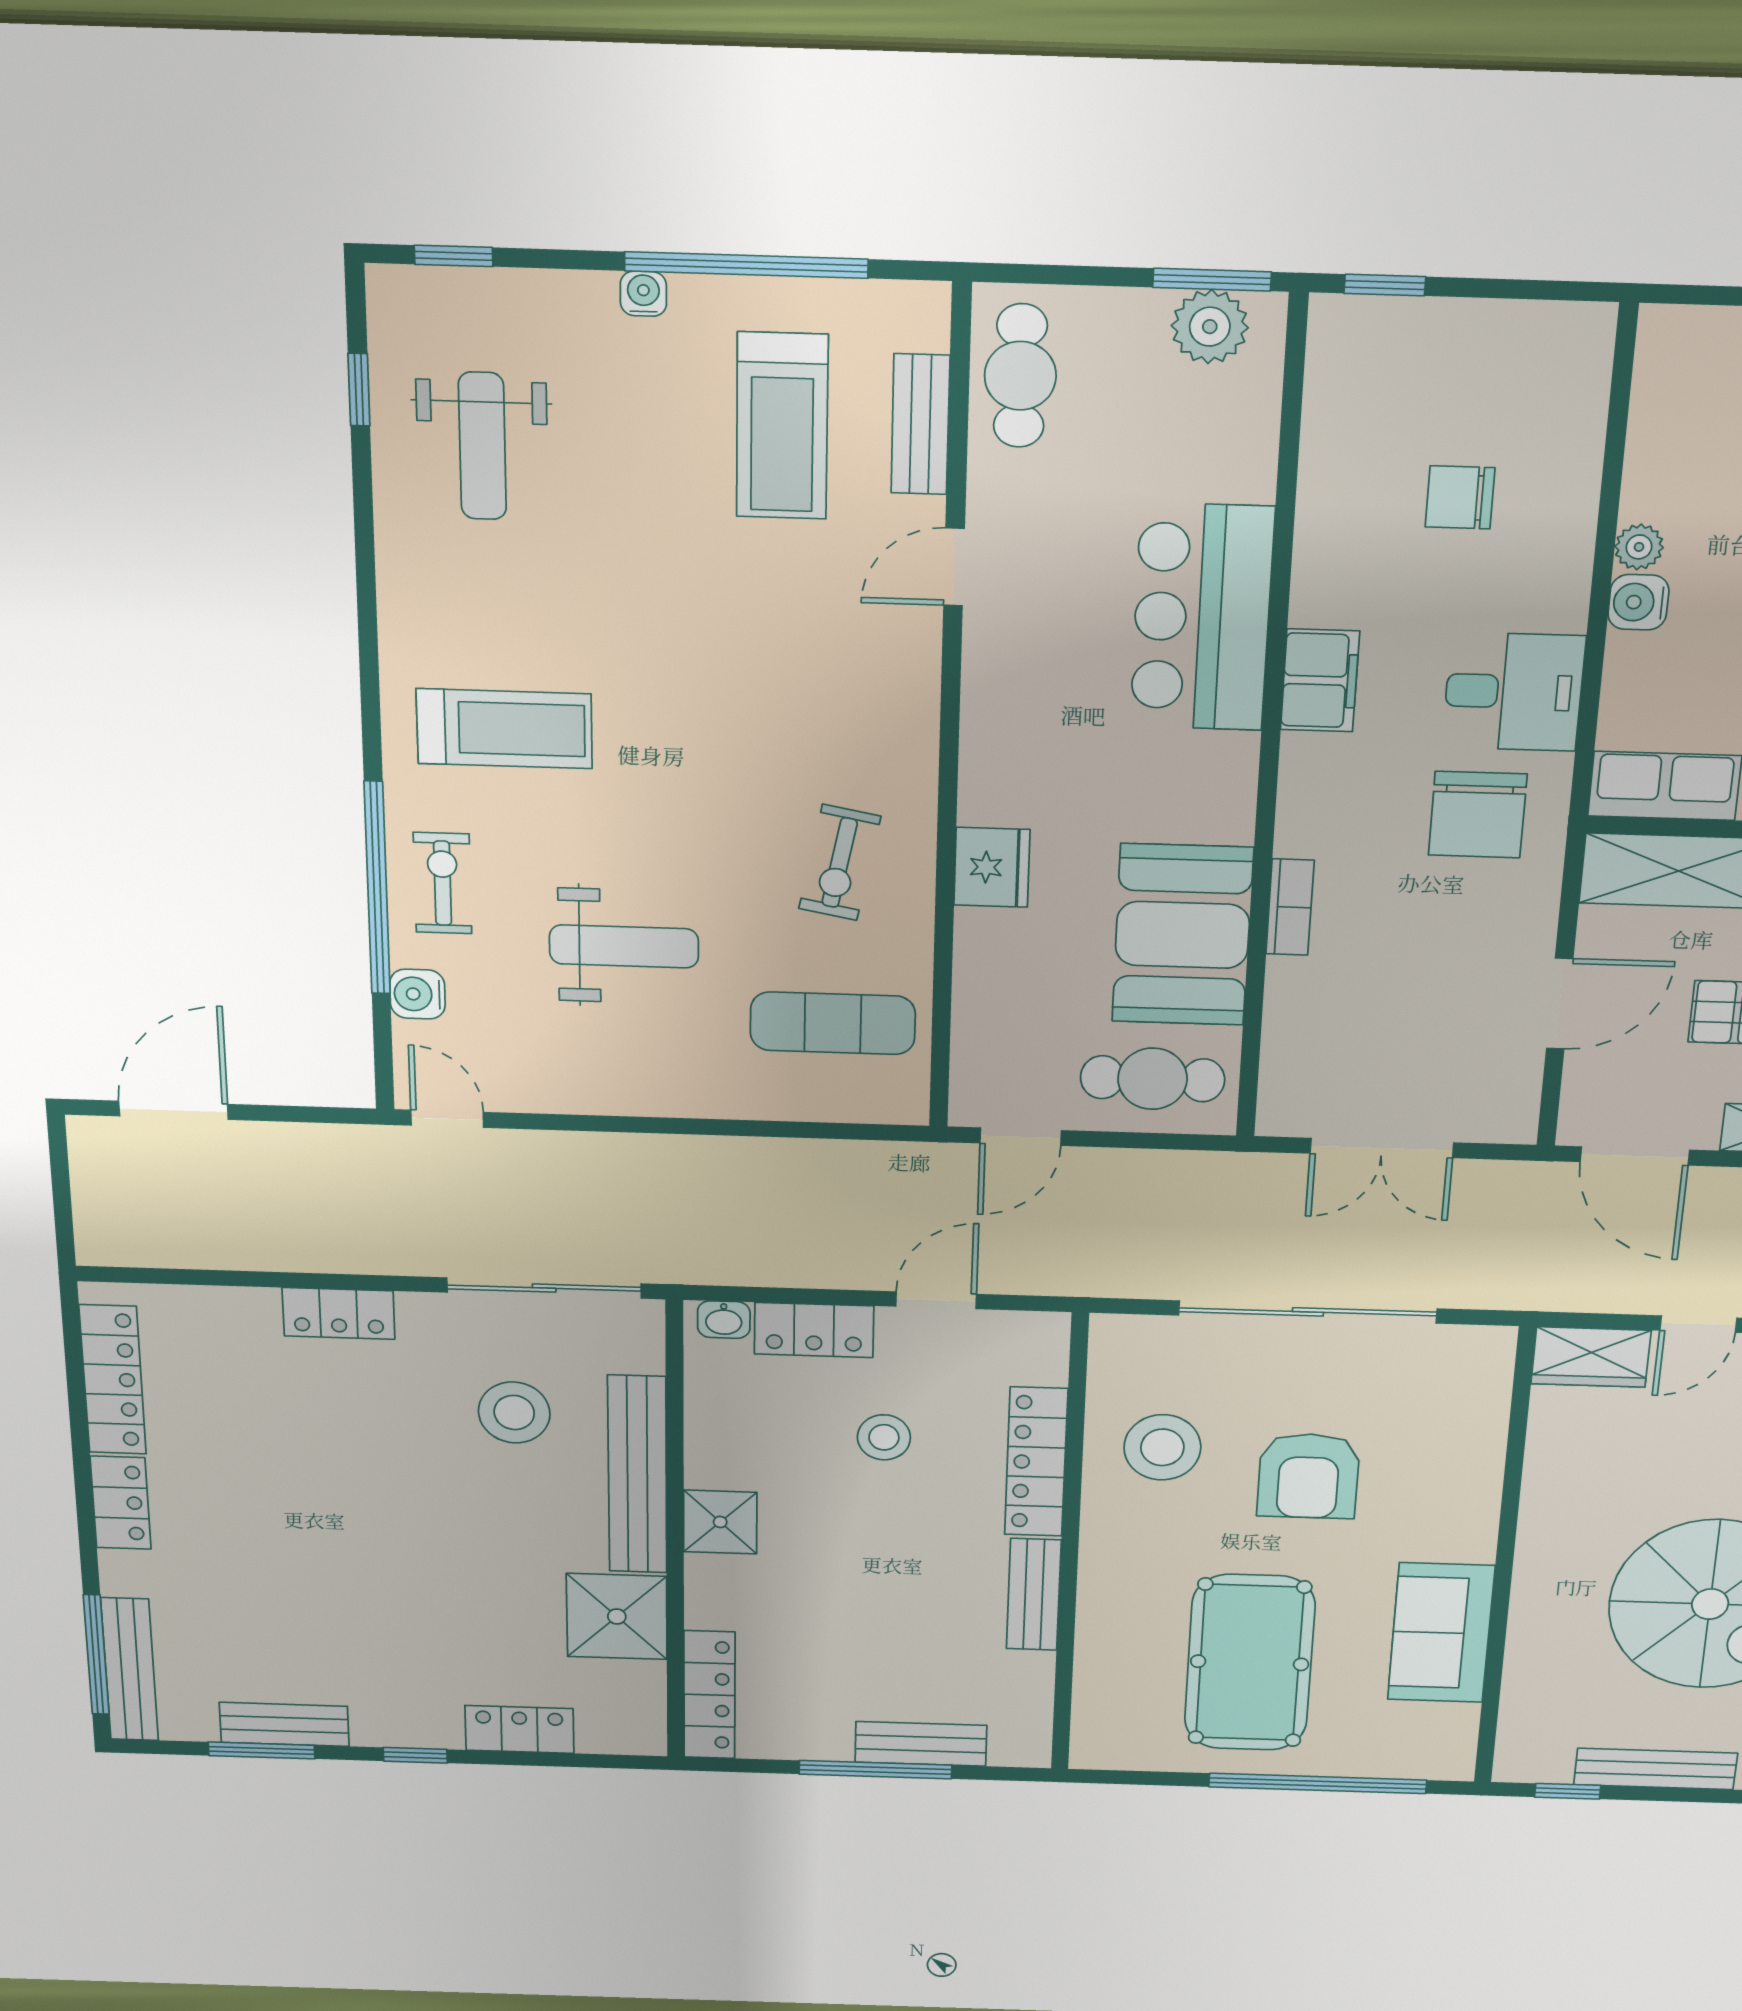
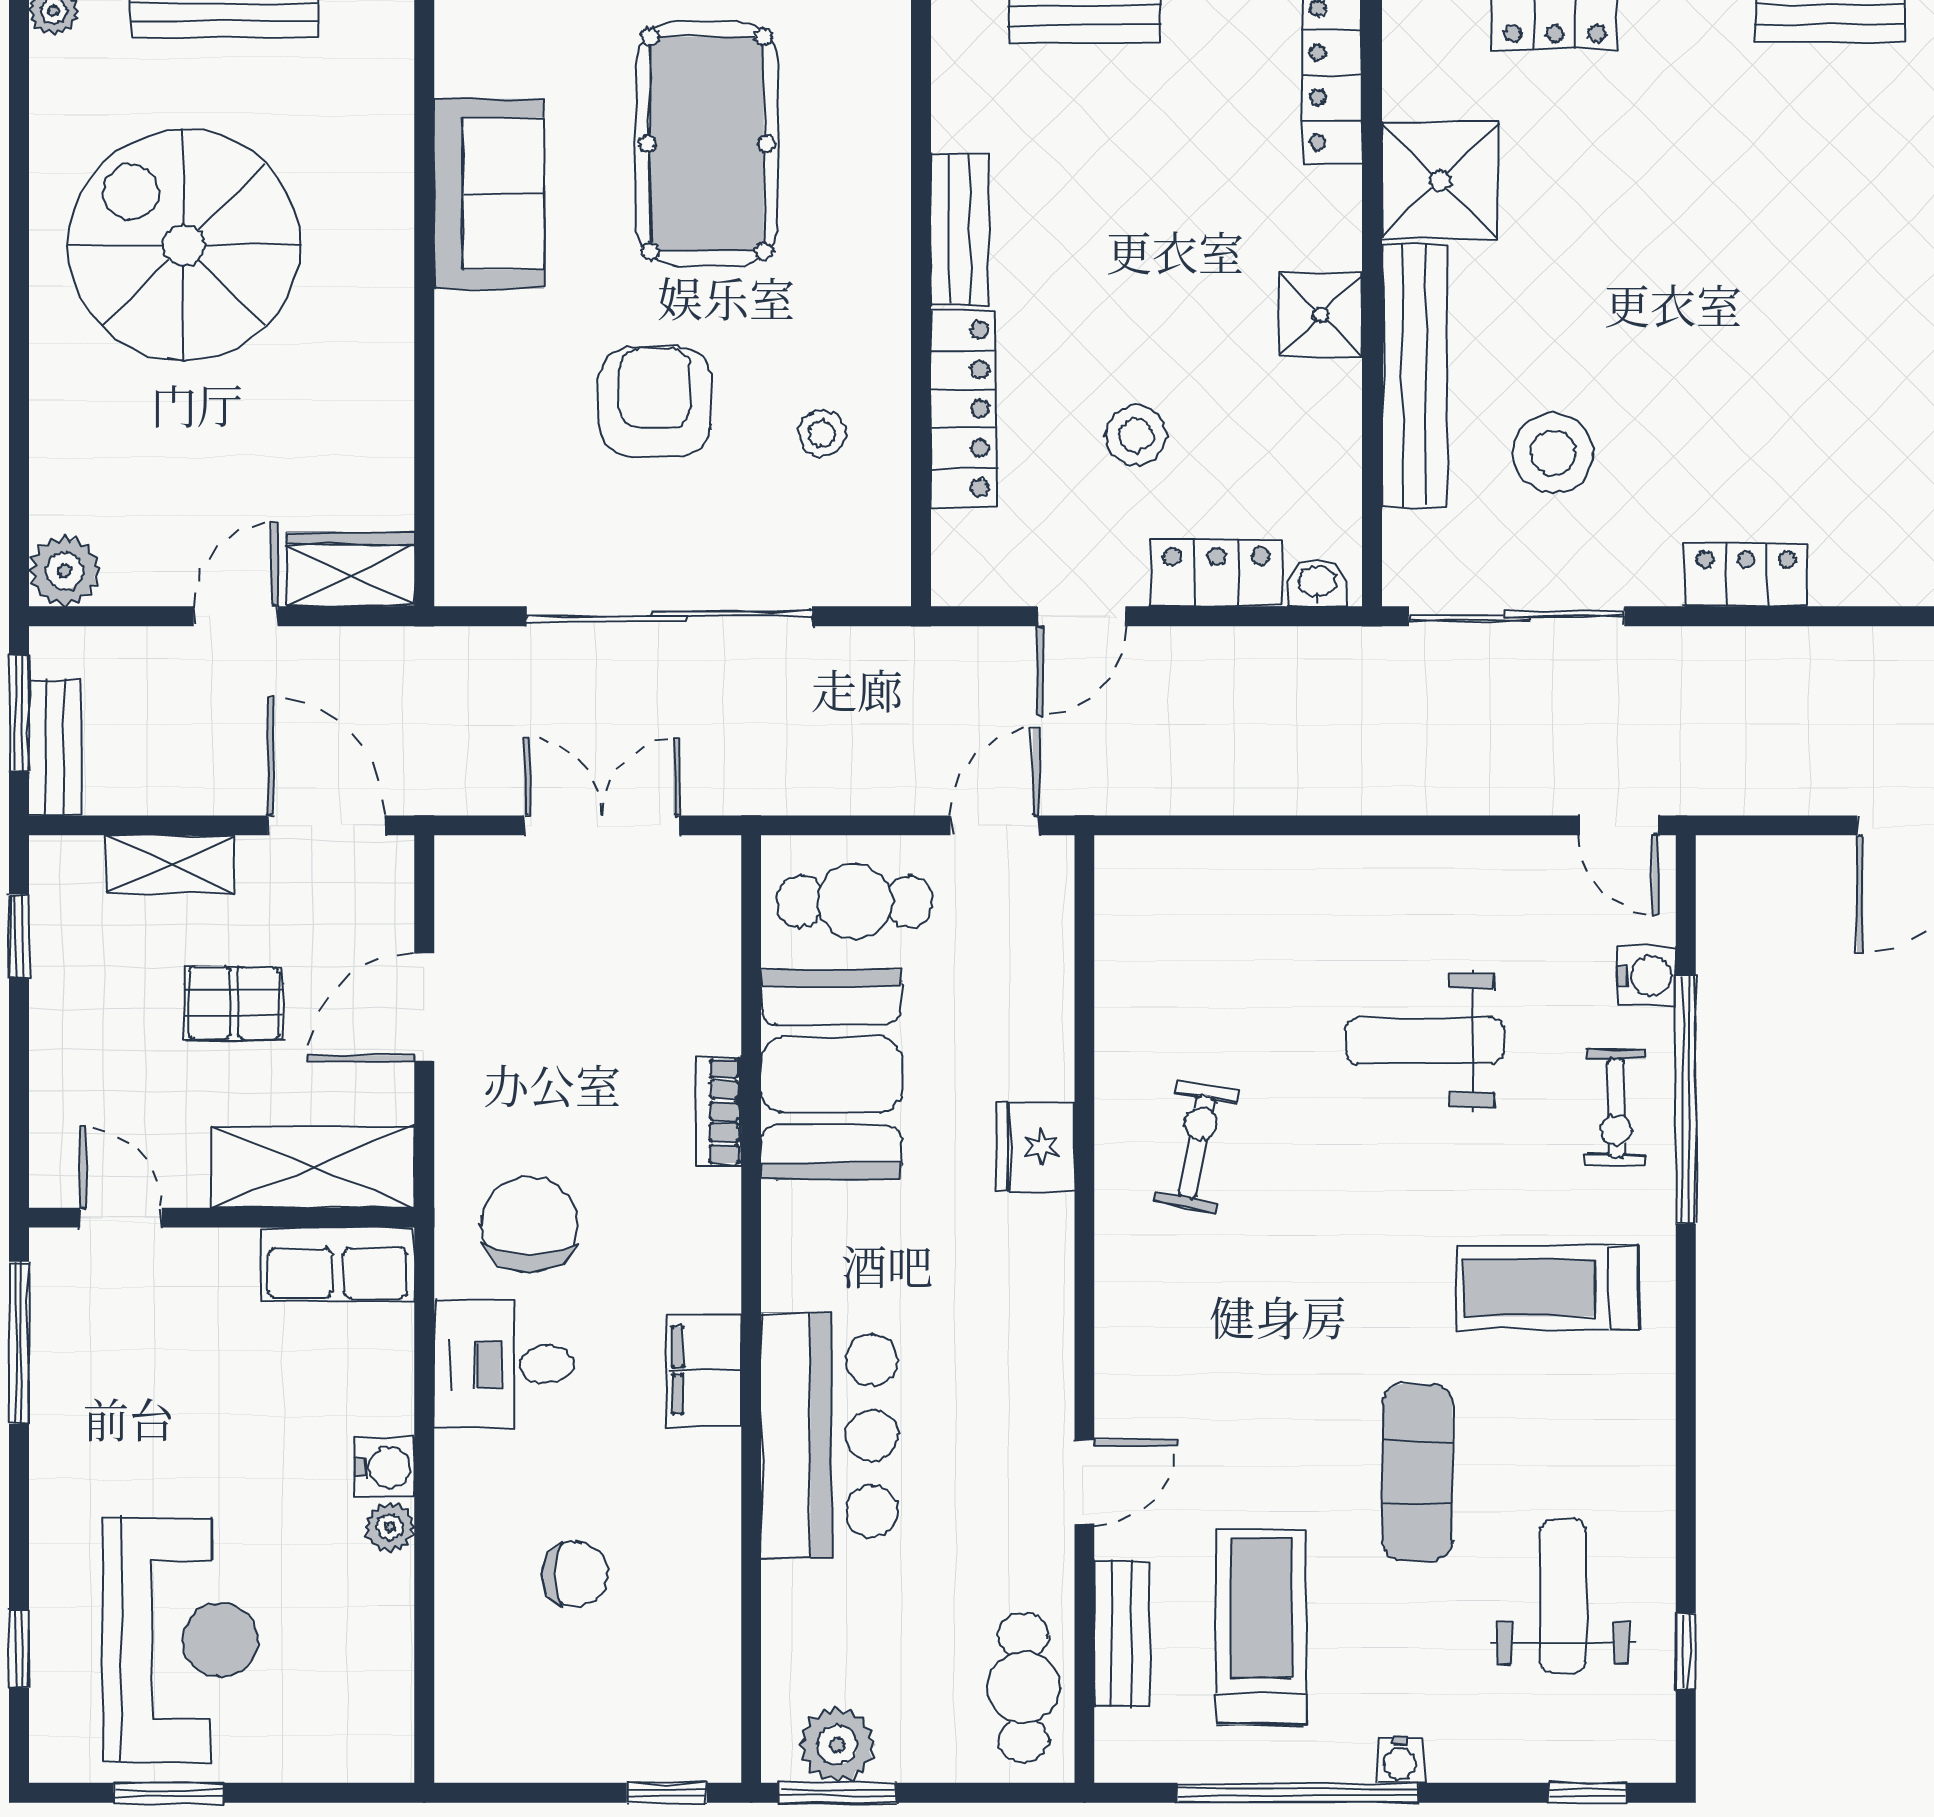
exercise mat: (833, 1023) -> (1417, 1473), moved, turned 90
stool: (1162, 1447) -> (822, 434), width x0.53, depth x0.53

